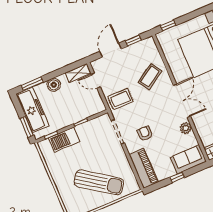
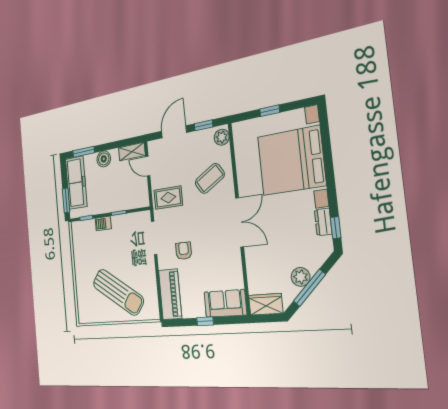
window: (168, 26) -> (270, 111), moved
plant: (186, 128) -> (222, 137), moved
barbecue: (64, 140) -> (103, 223), width x0.53, depth x0.65

